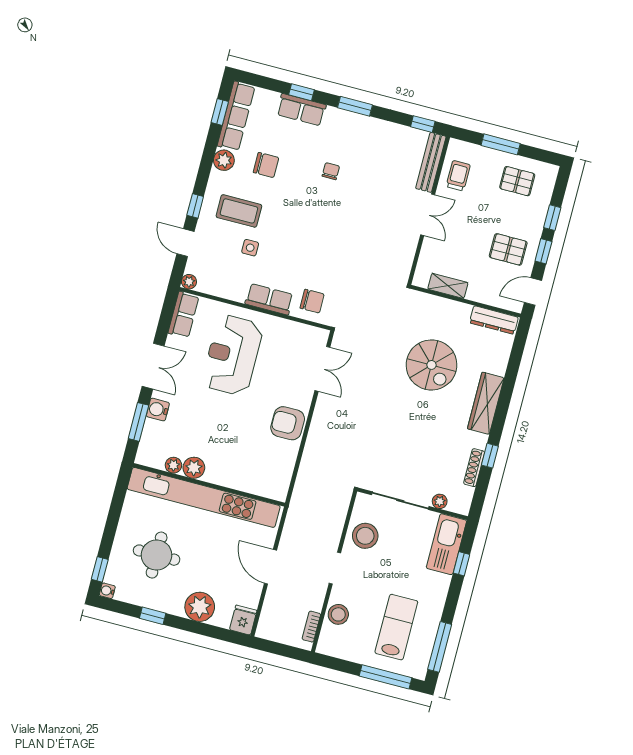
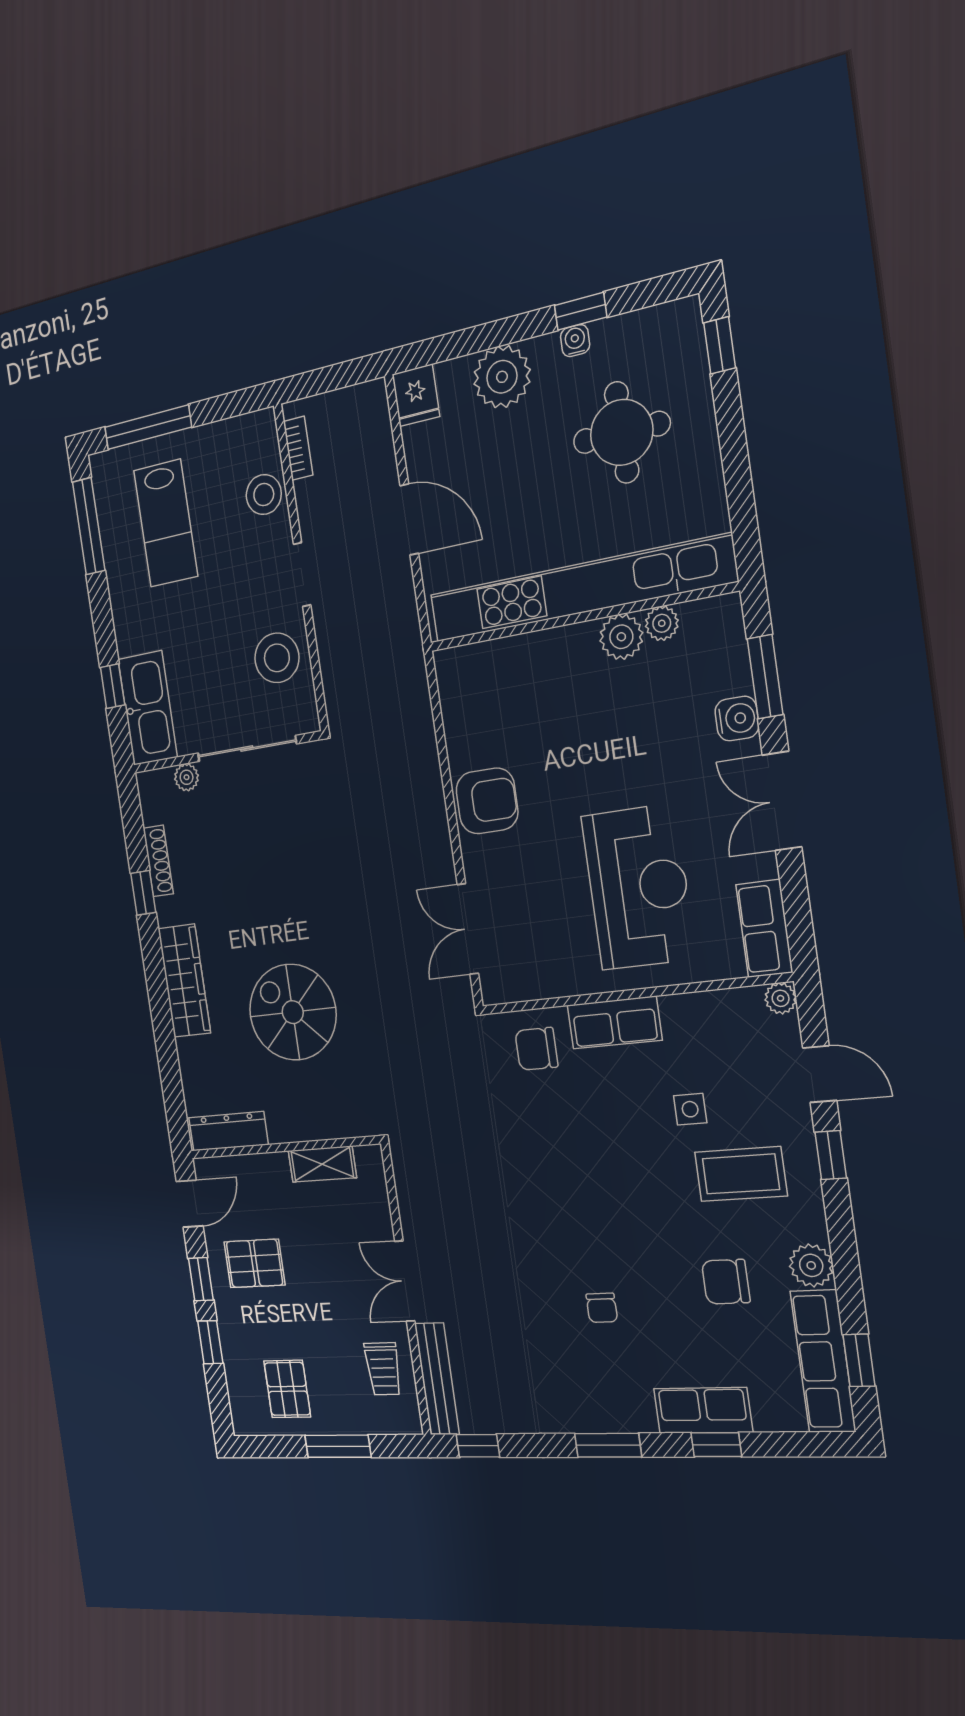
pallet: (517, 181) -> (287, 1389), turned 90
water cooler: (107, 591) -> (575, 341), moved, turned -90

